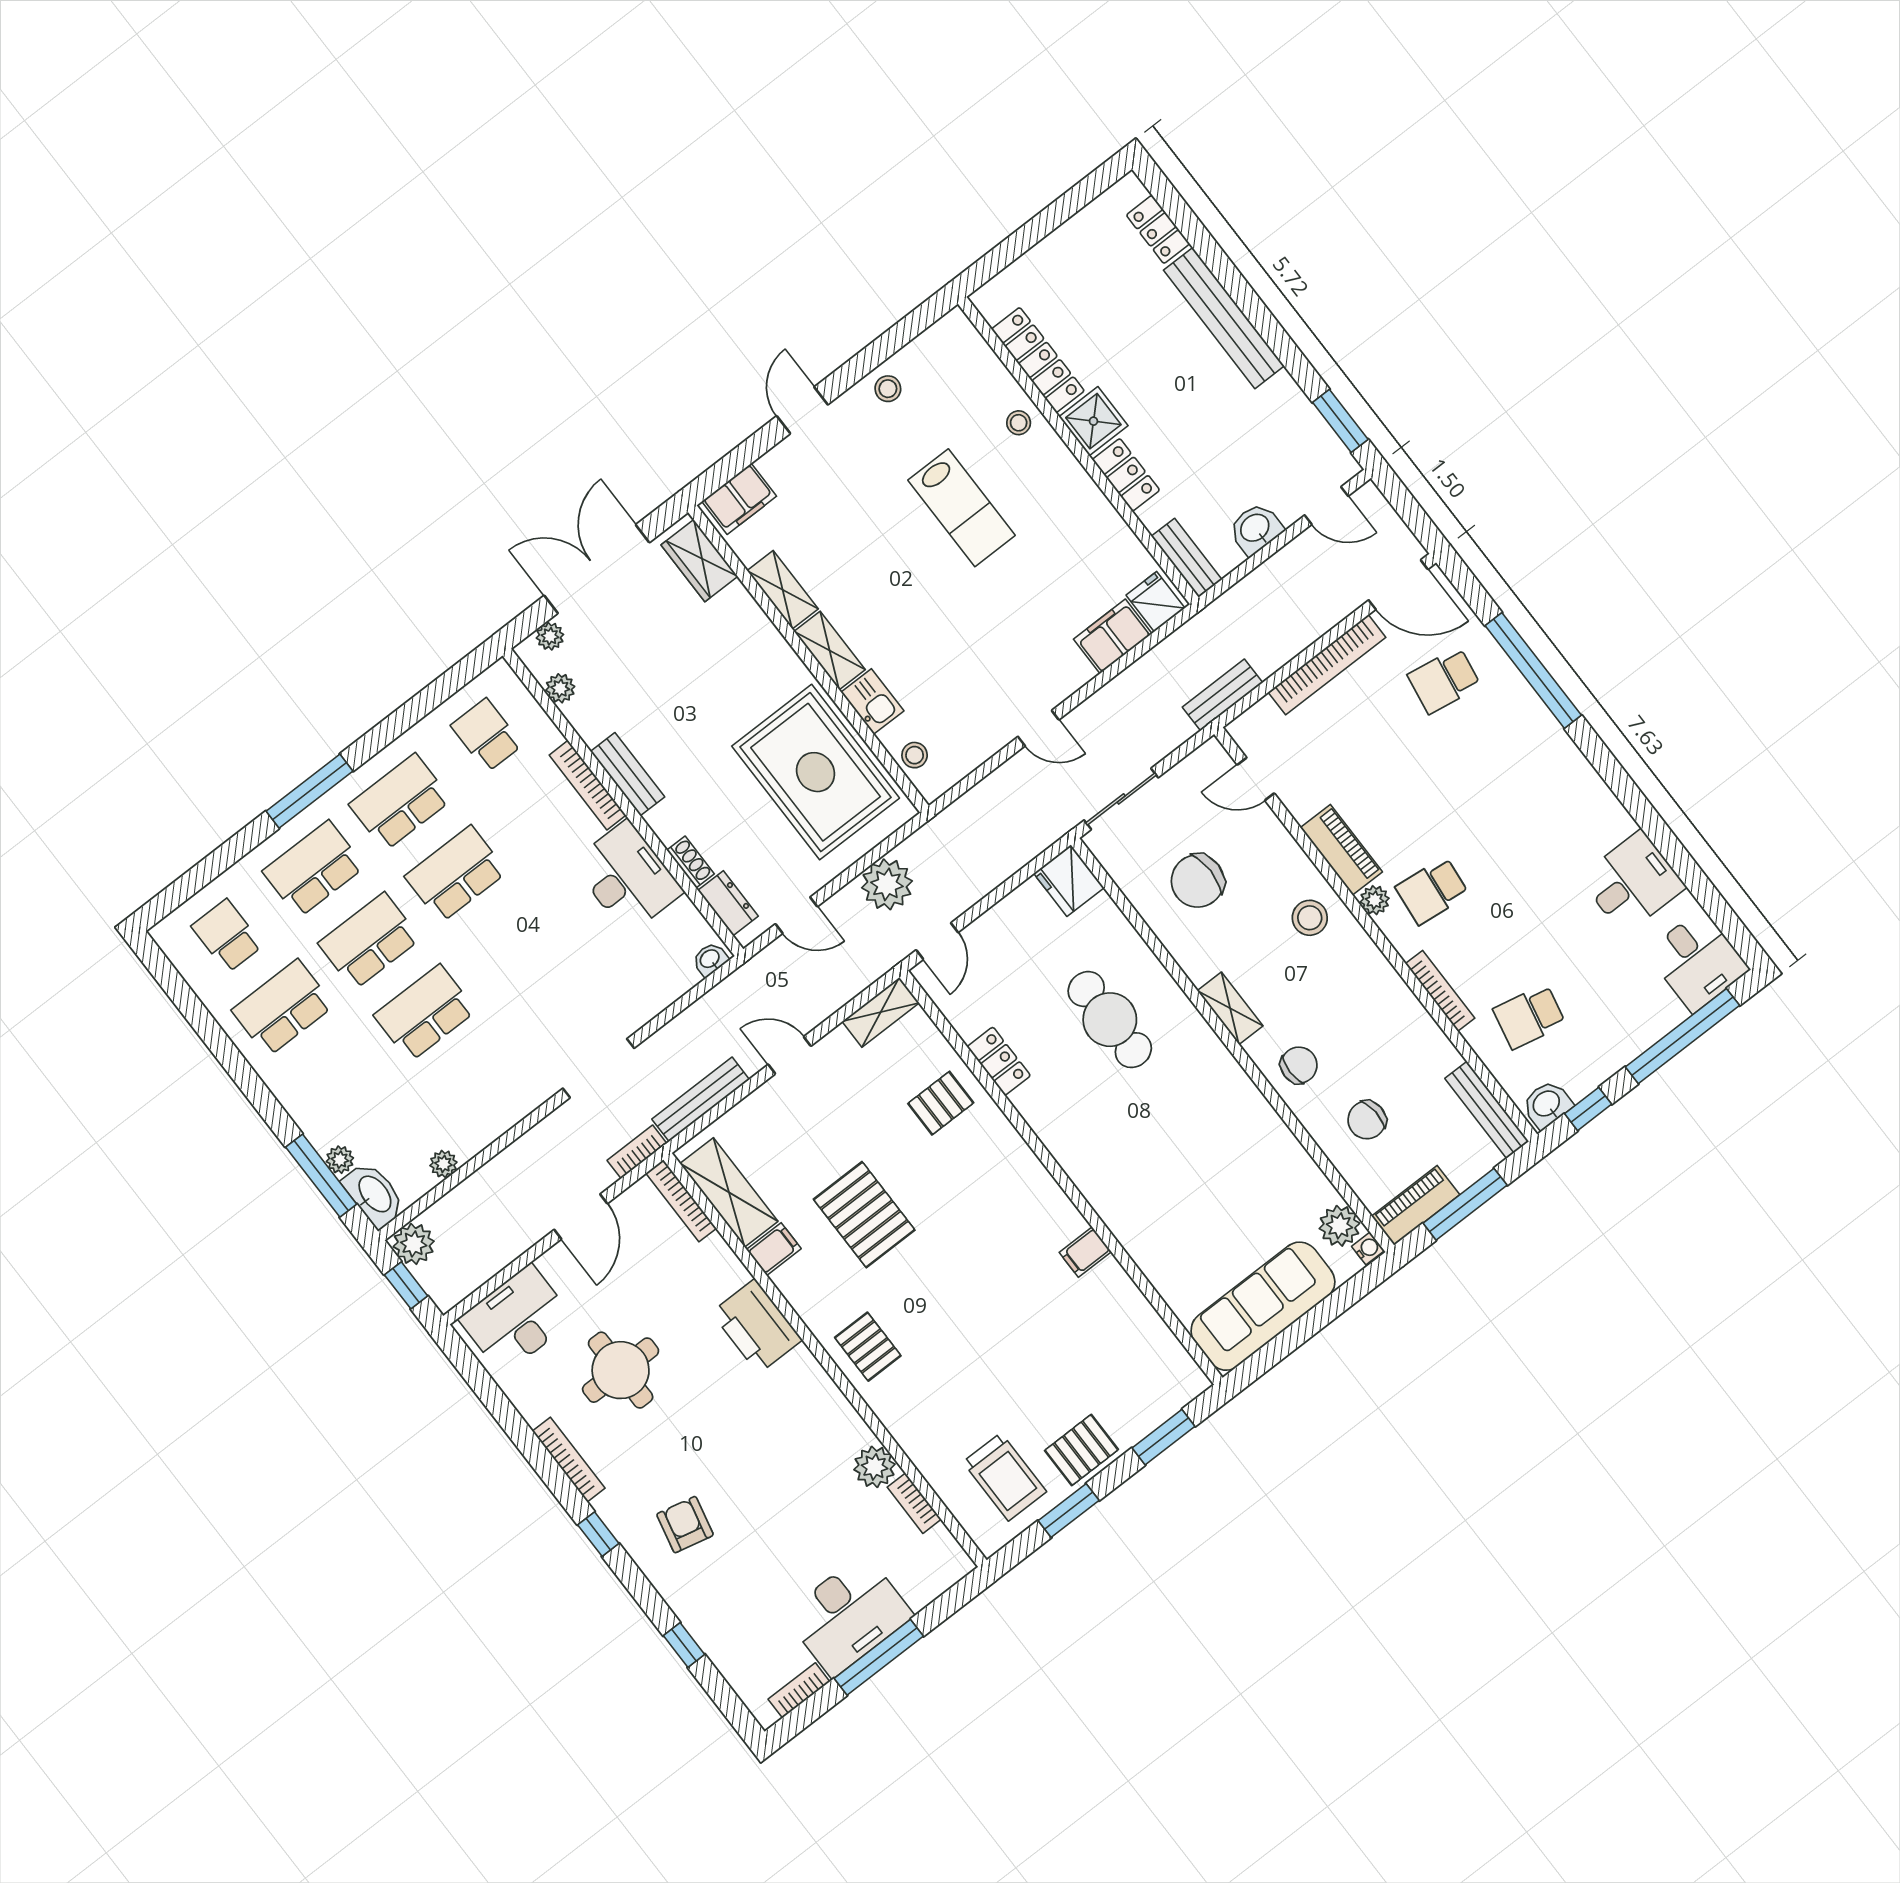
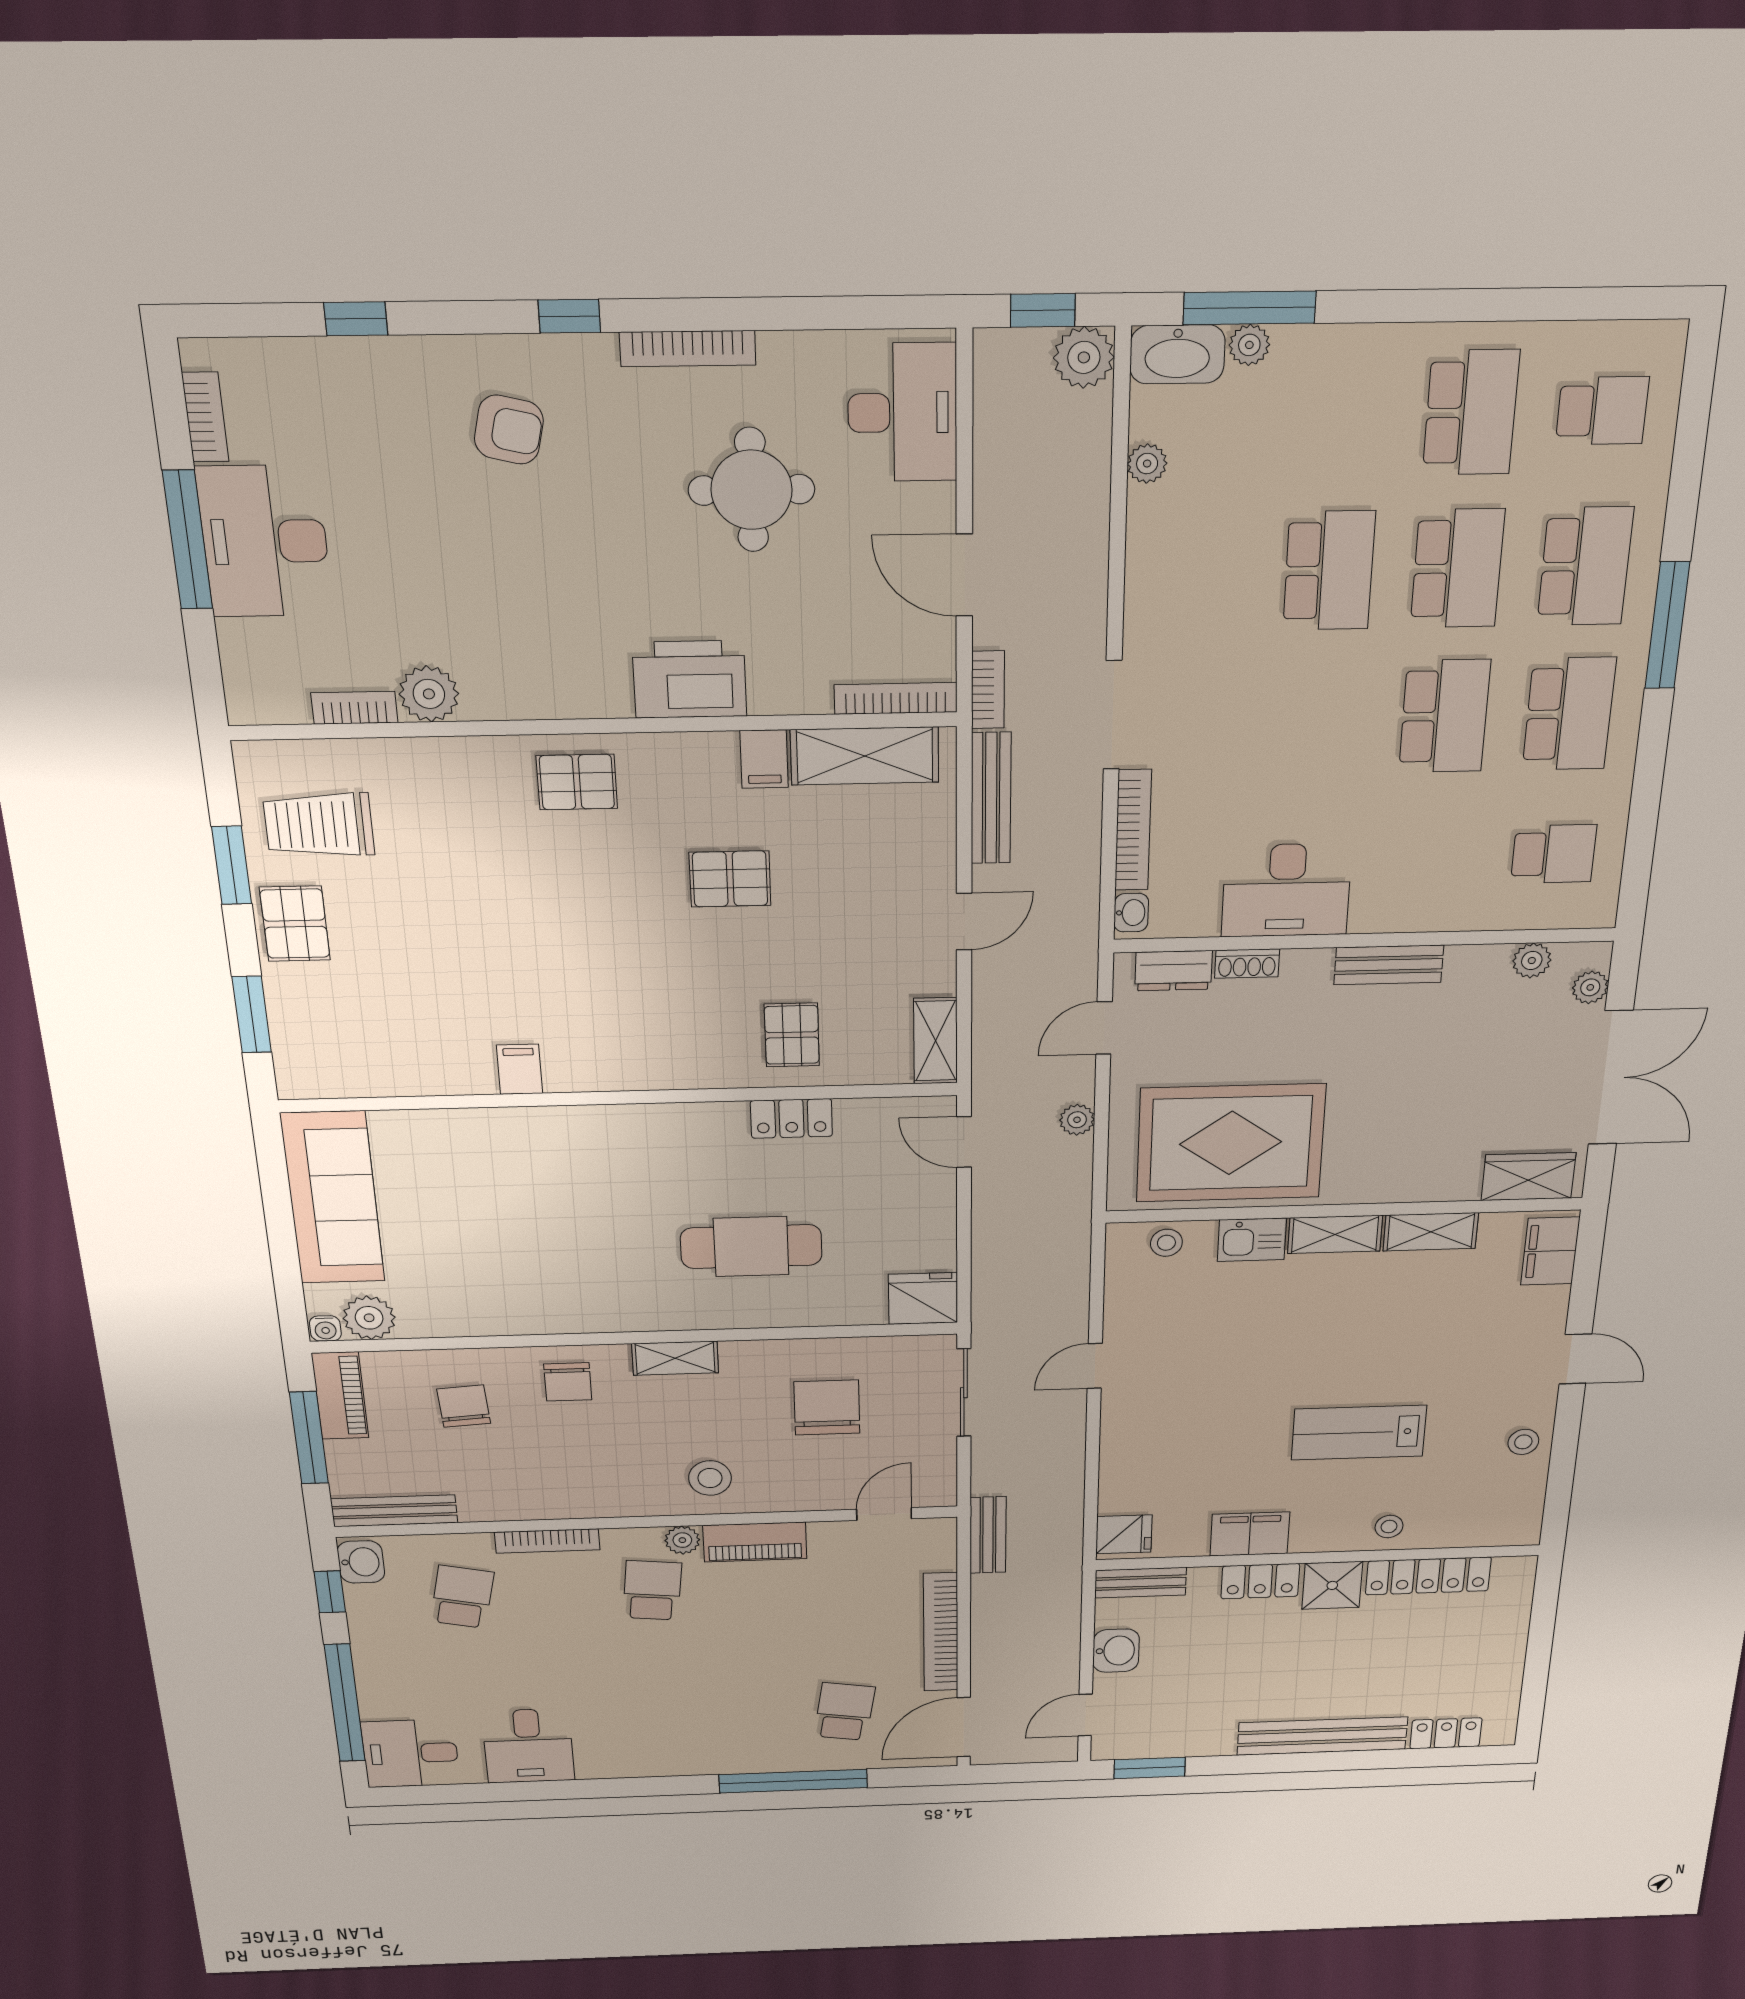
filing cabinet: (1113, 636) -> (1250, 1534), moved, turned -90
bookcase: (588, 785) -> (1133, 830), moved, turned 90
plant: (887, 884) -> (1077, 1120), width x0.53, depth x0.53
pallet: (864, 1215) -> (730, 879), width x0.67, depth x0.71

